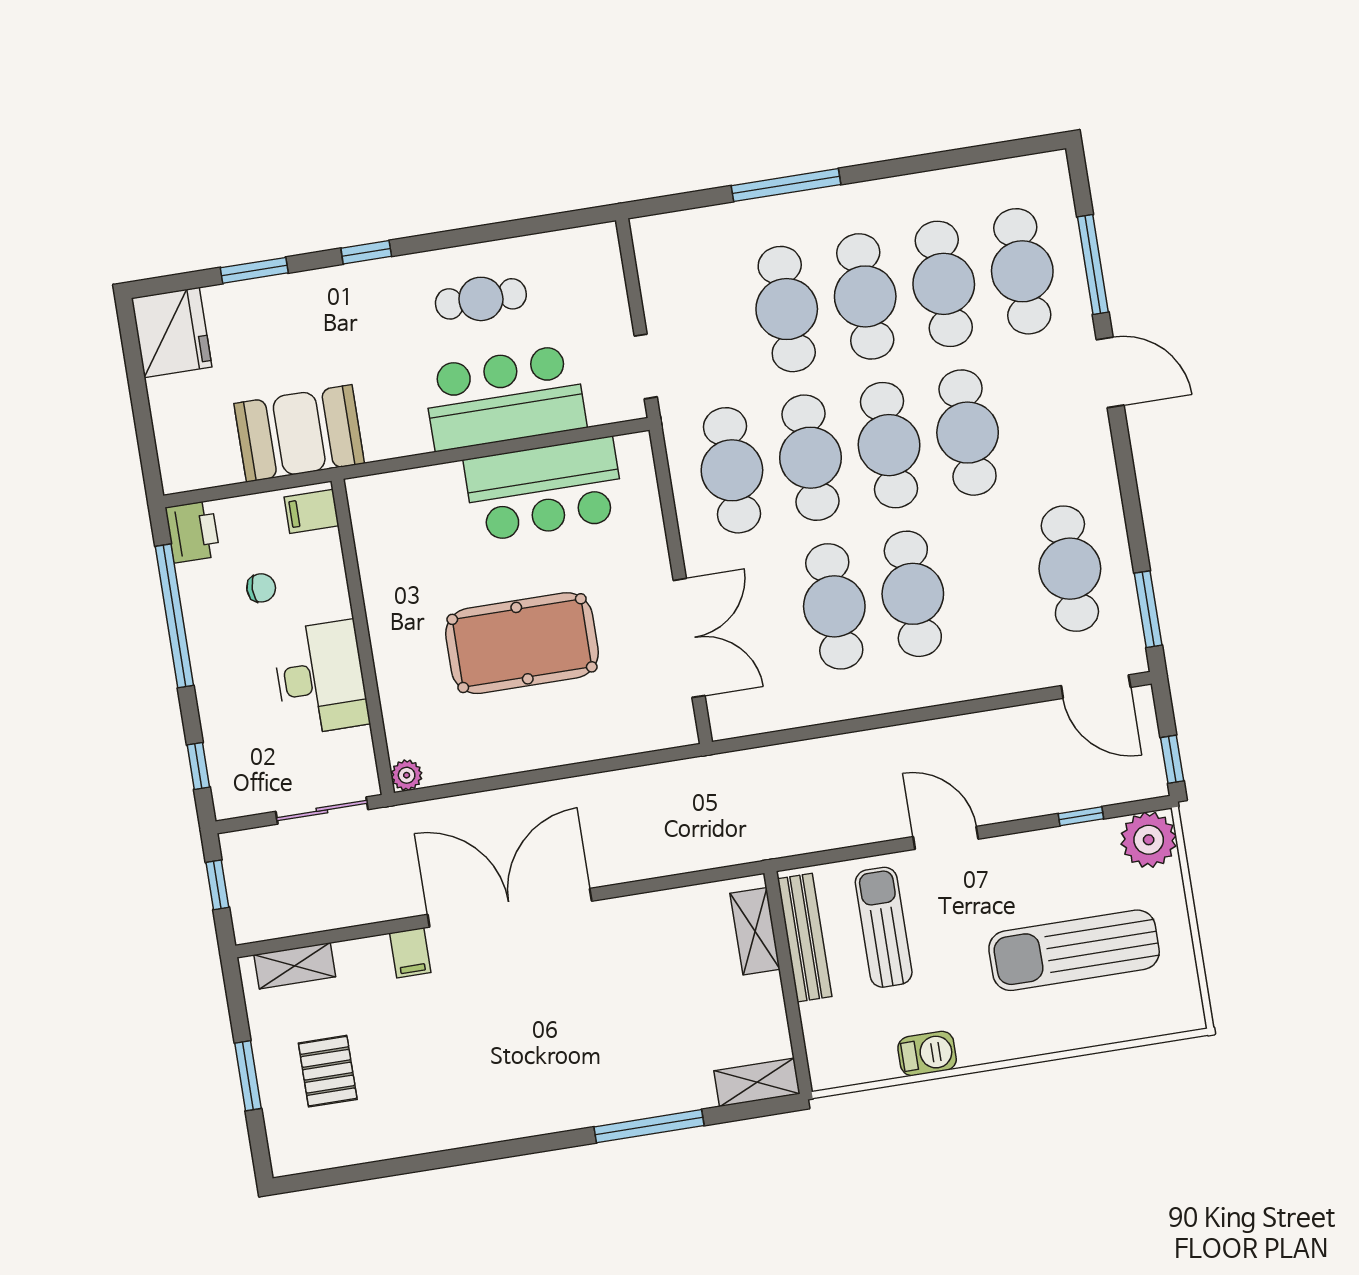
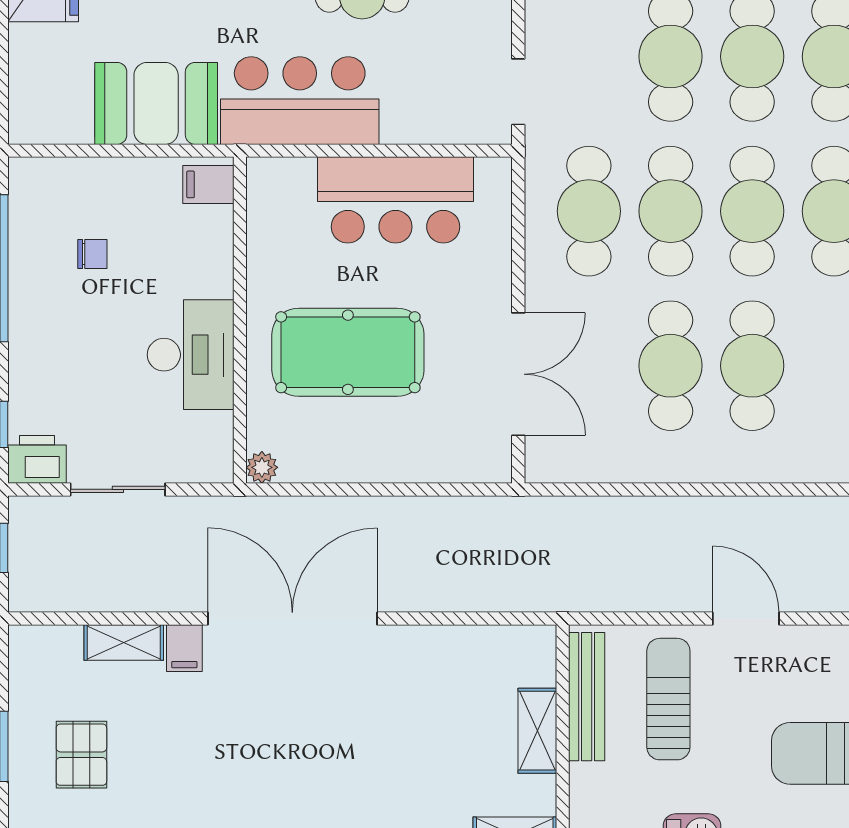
bar counter: (505, 398) -> (300, 101), moved
filing cabinet: (312, 511) -> (208, 184), moved
printer: (193, 532) -> (37, 459), moved, turned -90
wall: (363, 637) -> (240, 320), moved
desk: (321, 678) -> (191, 355), moved
plant: (407, 775) -> (262, 467), moved
shelving: (755, 931) -> (537, 731), moved
shelving: (295, 966) -> (124, 642), moved

